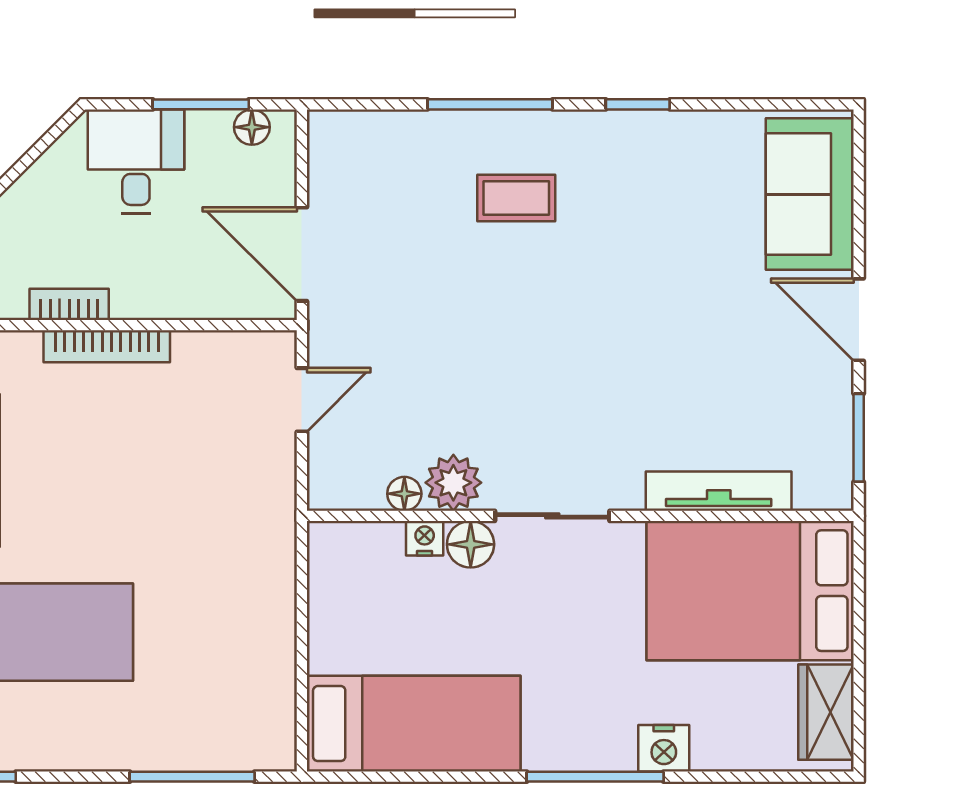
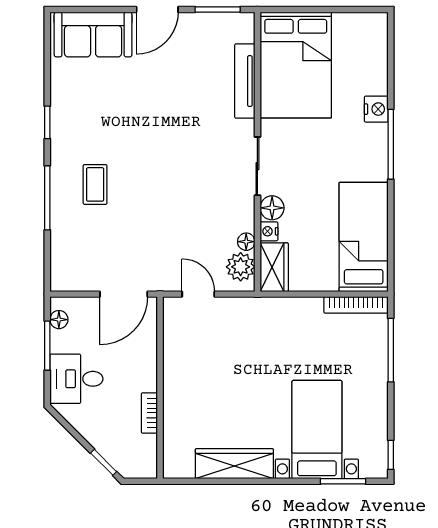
bookcase: (107, 346) -> (356, 305), moved, turned 90
plant: (453, 483) -> (241, 267), moved
wardrobe: (826, 712) -> (274, 267), moved, turned -90

